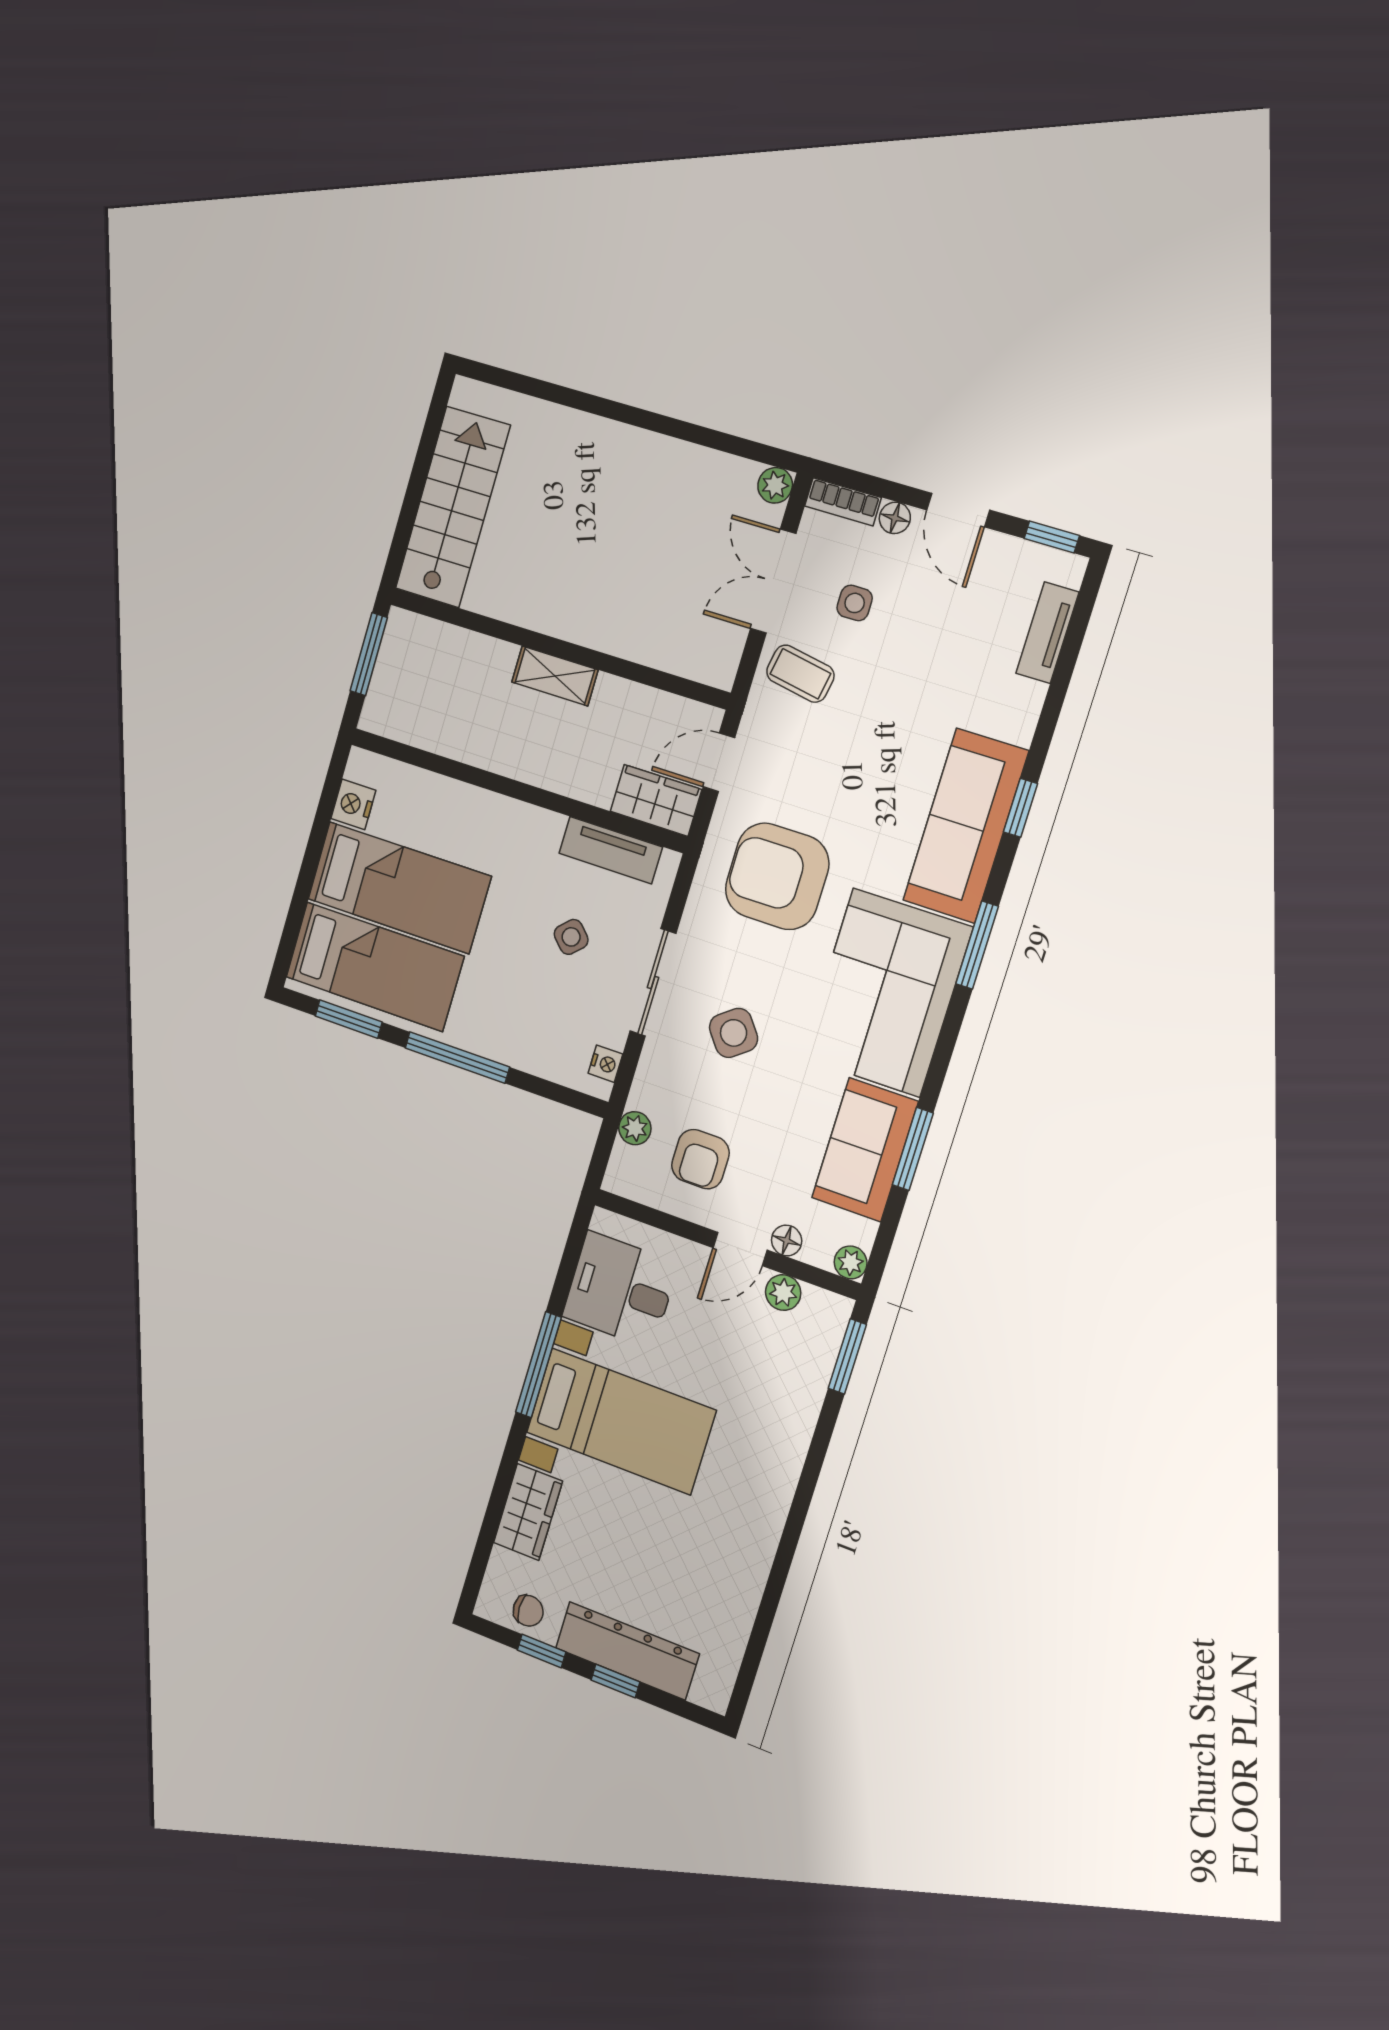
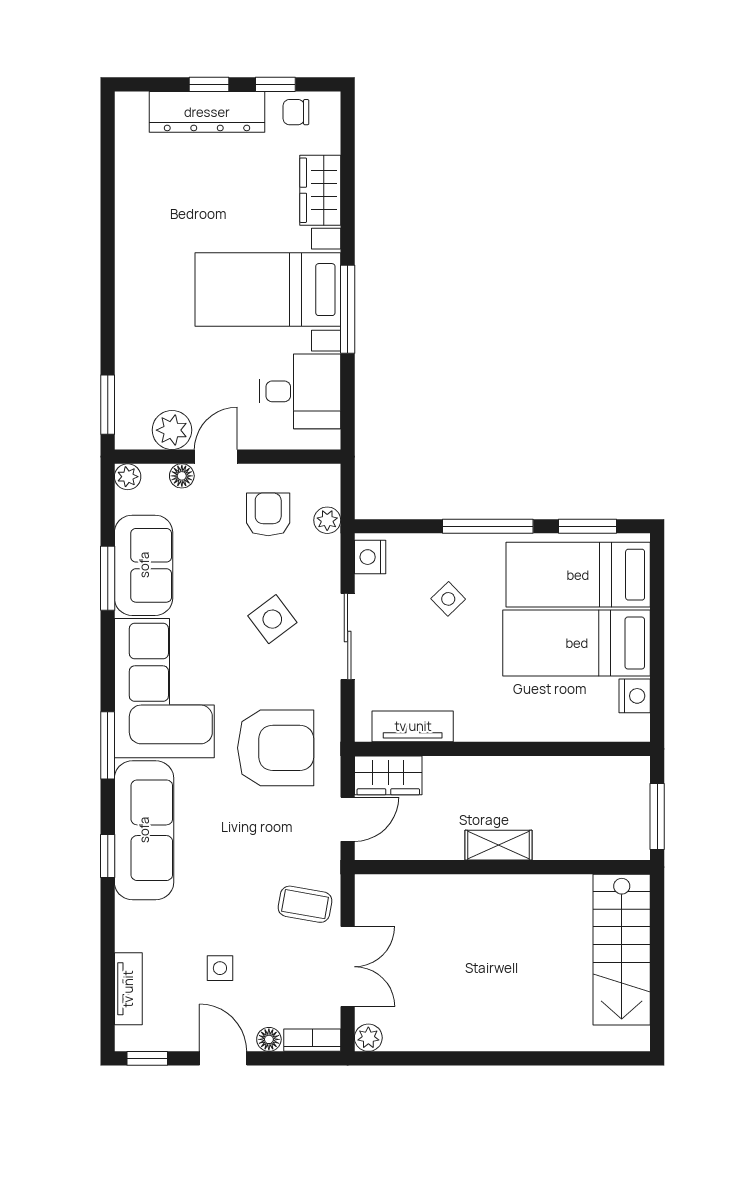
side table: (855, 603) -> (220, 968), moved
side table: (571, 937) -> (448, 599), moved
nightstand: (605, 1064) -> (370, 557), width x1.39, depth x1.35
plant: (783, 1293) -> (172, 430), width x1.38, depth x1.38

